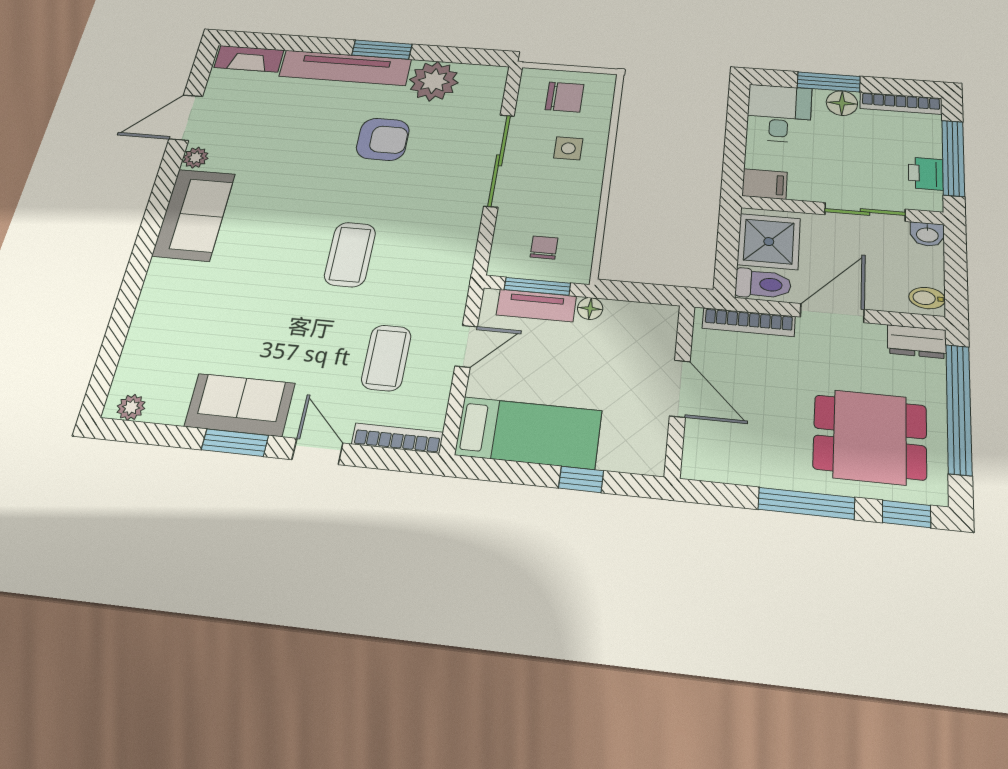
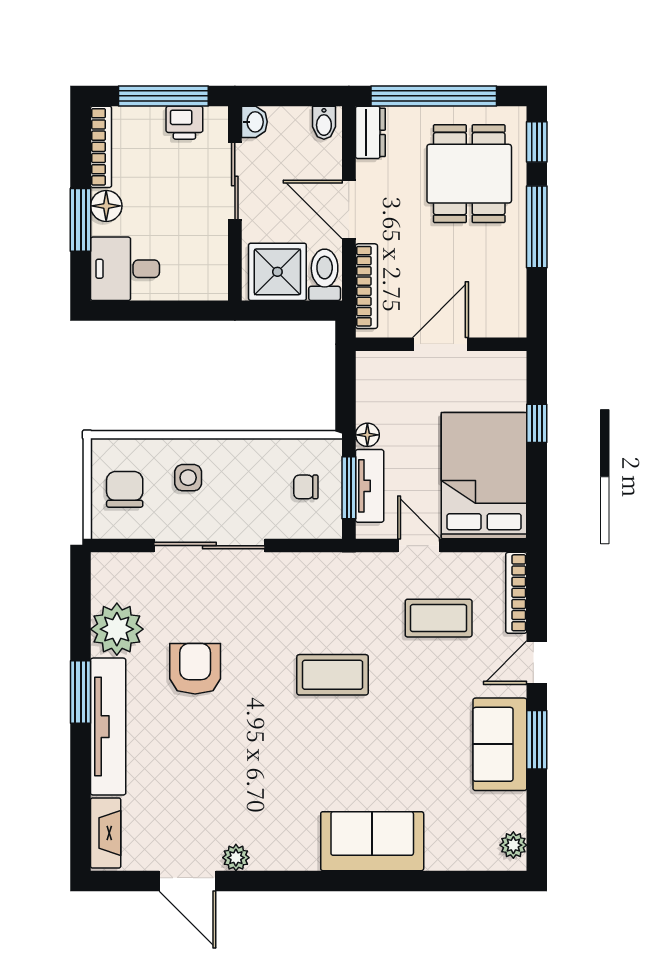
filing cabinet: (765, 184) -> (212, 279), removed
sofa: (194, 215) -> (372, 841), moved
bed: (528, 433) -> (484, 476), width x1.50

